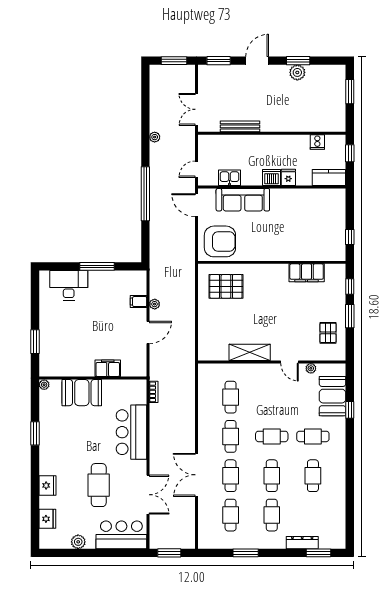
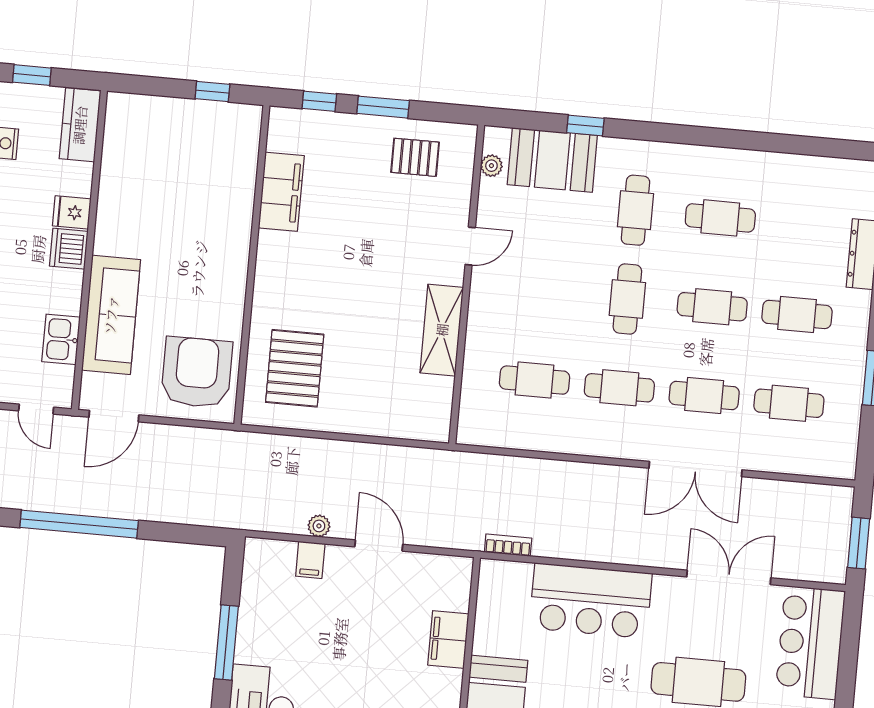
plant: (311, 368) -> (491, 166), moved

